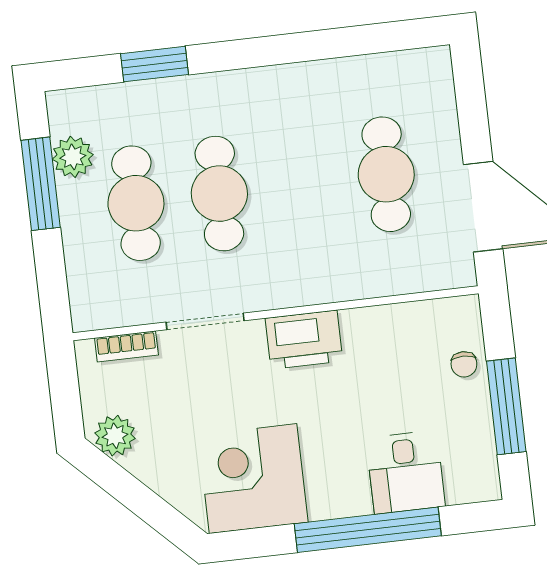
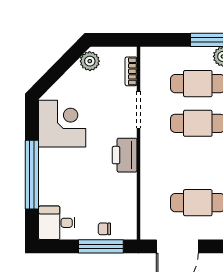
window: (506, 406) -> (101, 246), moved
desk: (406, 472) -> (57, 223), moved

